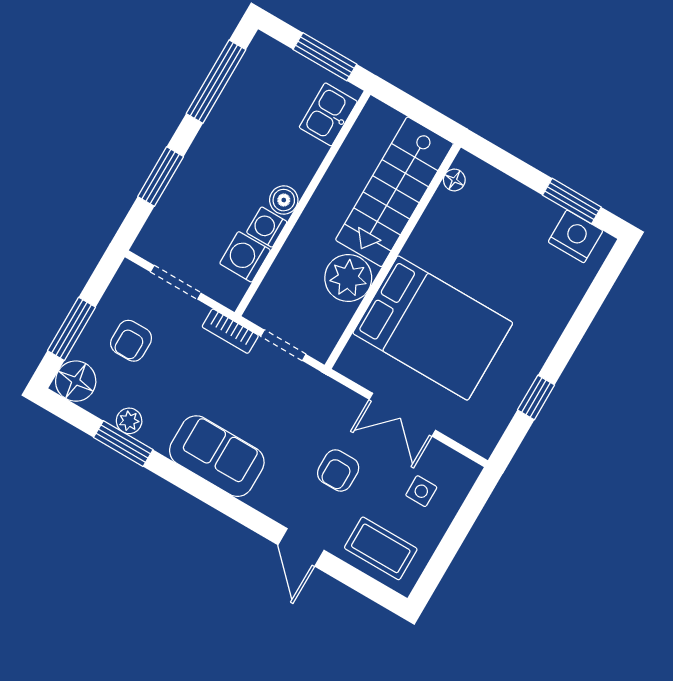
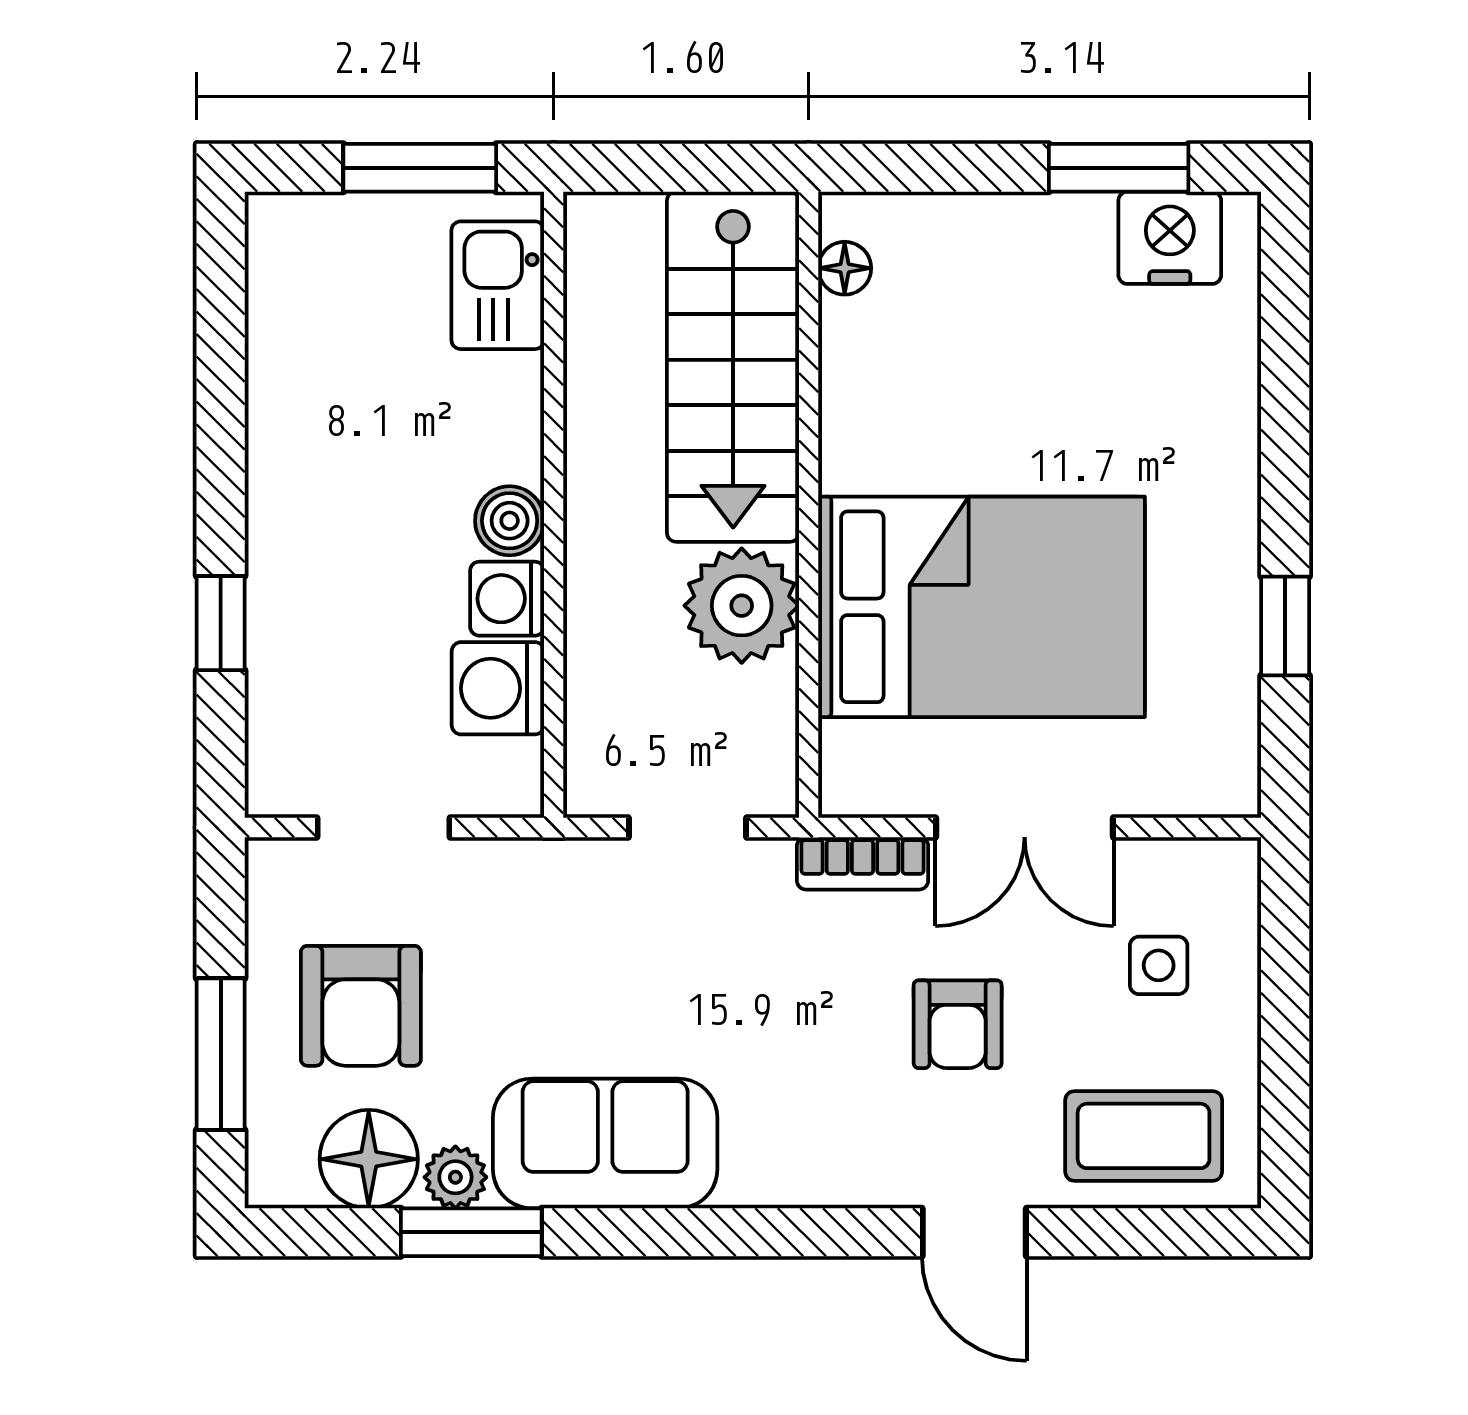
window: (216, 82) -> (221, 354), removed
window: (161, 177) -> (221, 623), width x0.67
bookcase: (230, 331) -> (863, 863), moved
armchair: (131, 341) -> (361, 1006), width x1.38, depth x1.38
floor lamp: (76, 381) -> (369, 1159), moved
sofa: (217, 456) -> (605, 1143), moved

